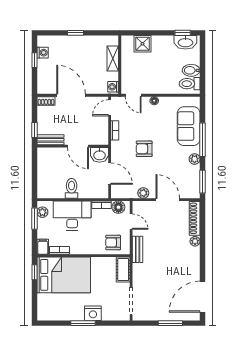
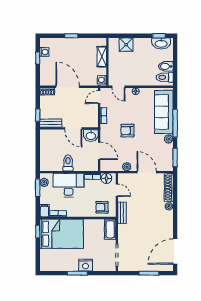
sofa: (189, 126) -> (164, 112), width x1.36

